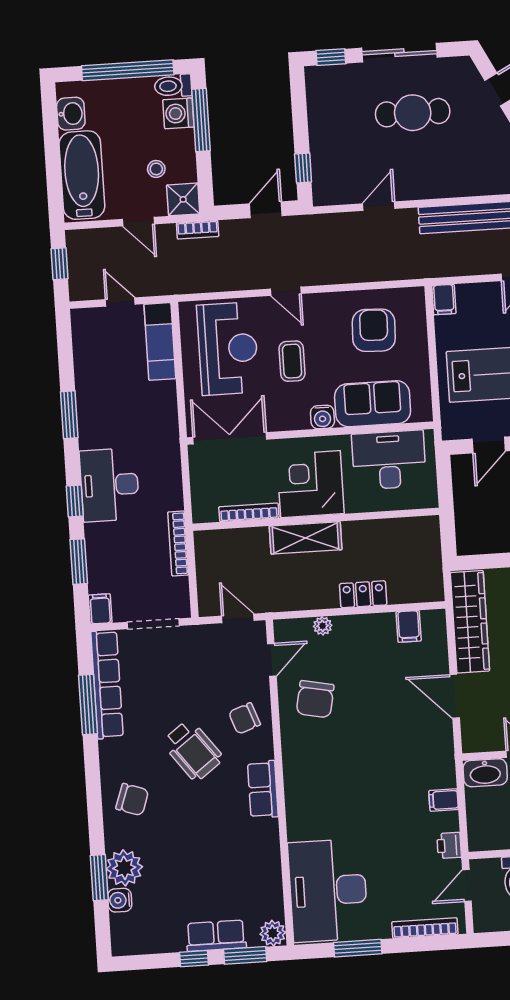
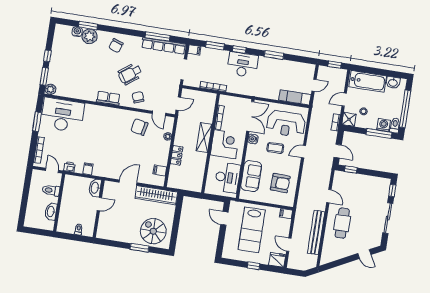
cafe table: (413, 113) -> (342, 223), moved
water cooler: (322, 417) -> (253, 139), moved
row of seats: (216, 936) -> (55, 67), removed

